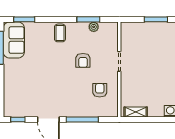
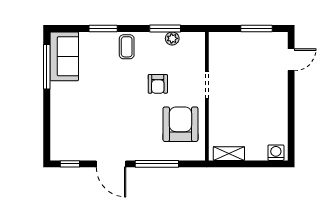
window: (24, 19) -> (103, 28), moved
armchair: (100, 90) -> (180, 124), width x1.88, depth x1.88

